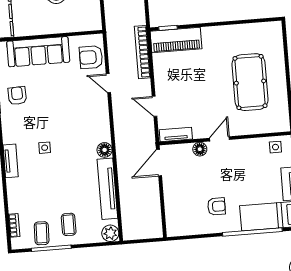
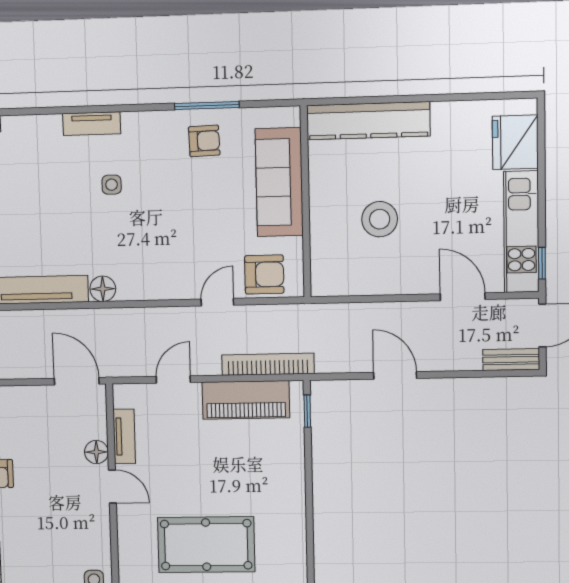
piano: (176, 40) -> (246, 400), moved, turned -90
armchair: (91, 57) -> (264, 274), turned 90
tv unit: (176, 134) -> (124, 436), moved

